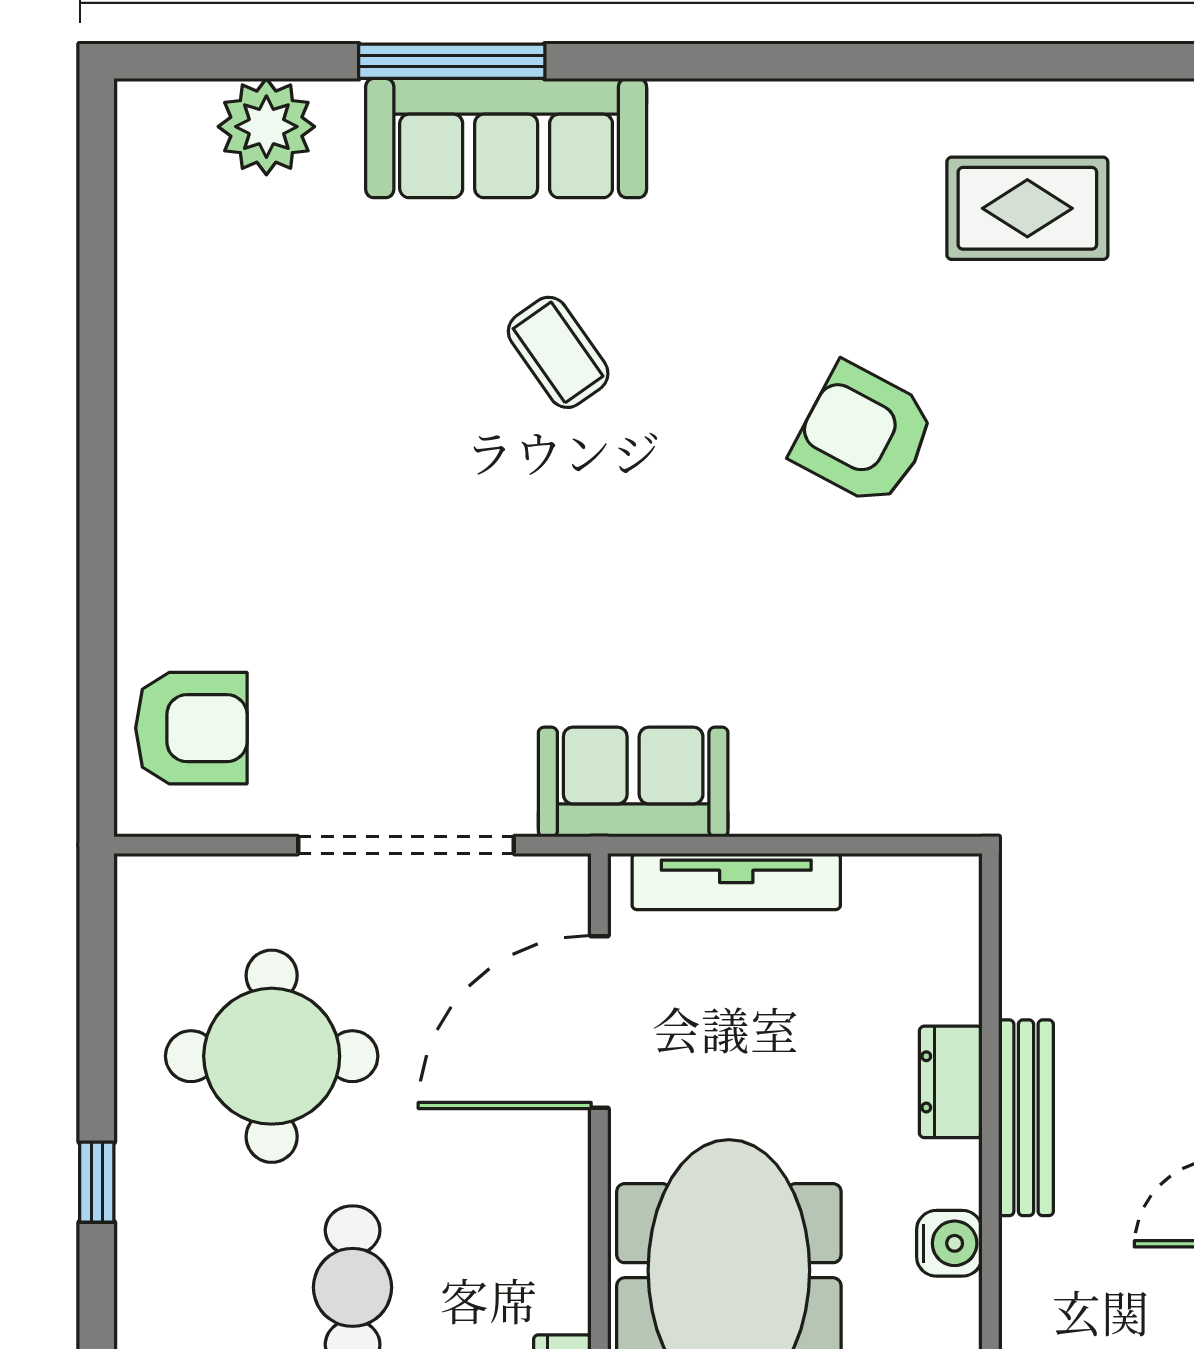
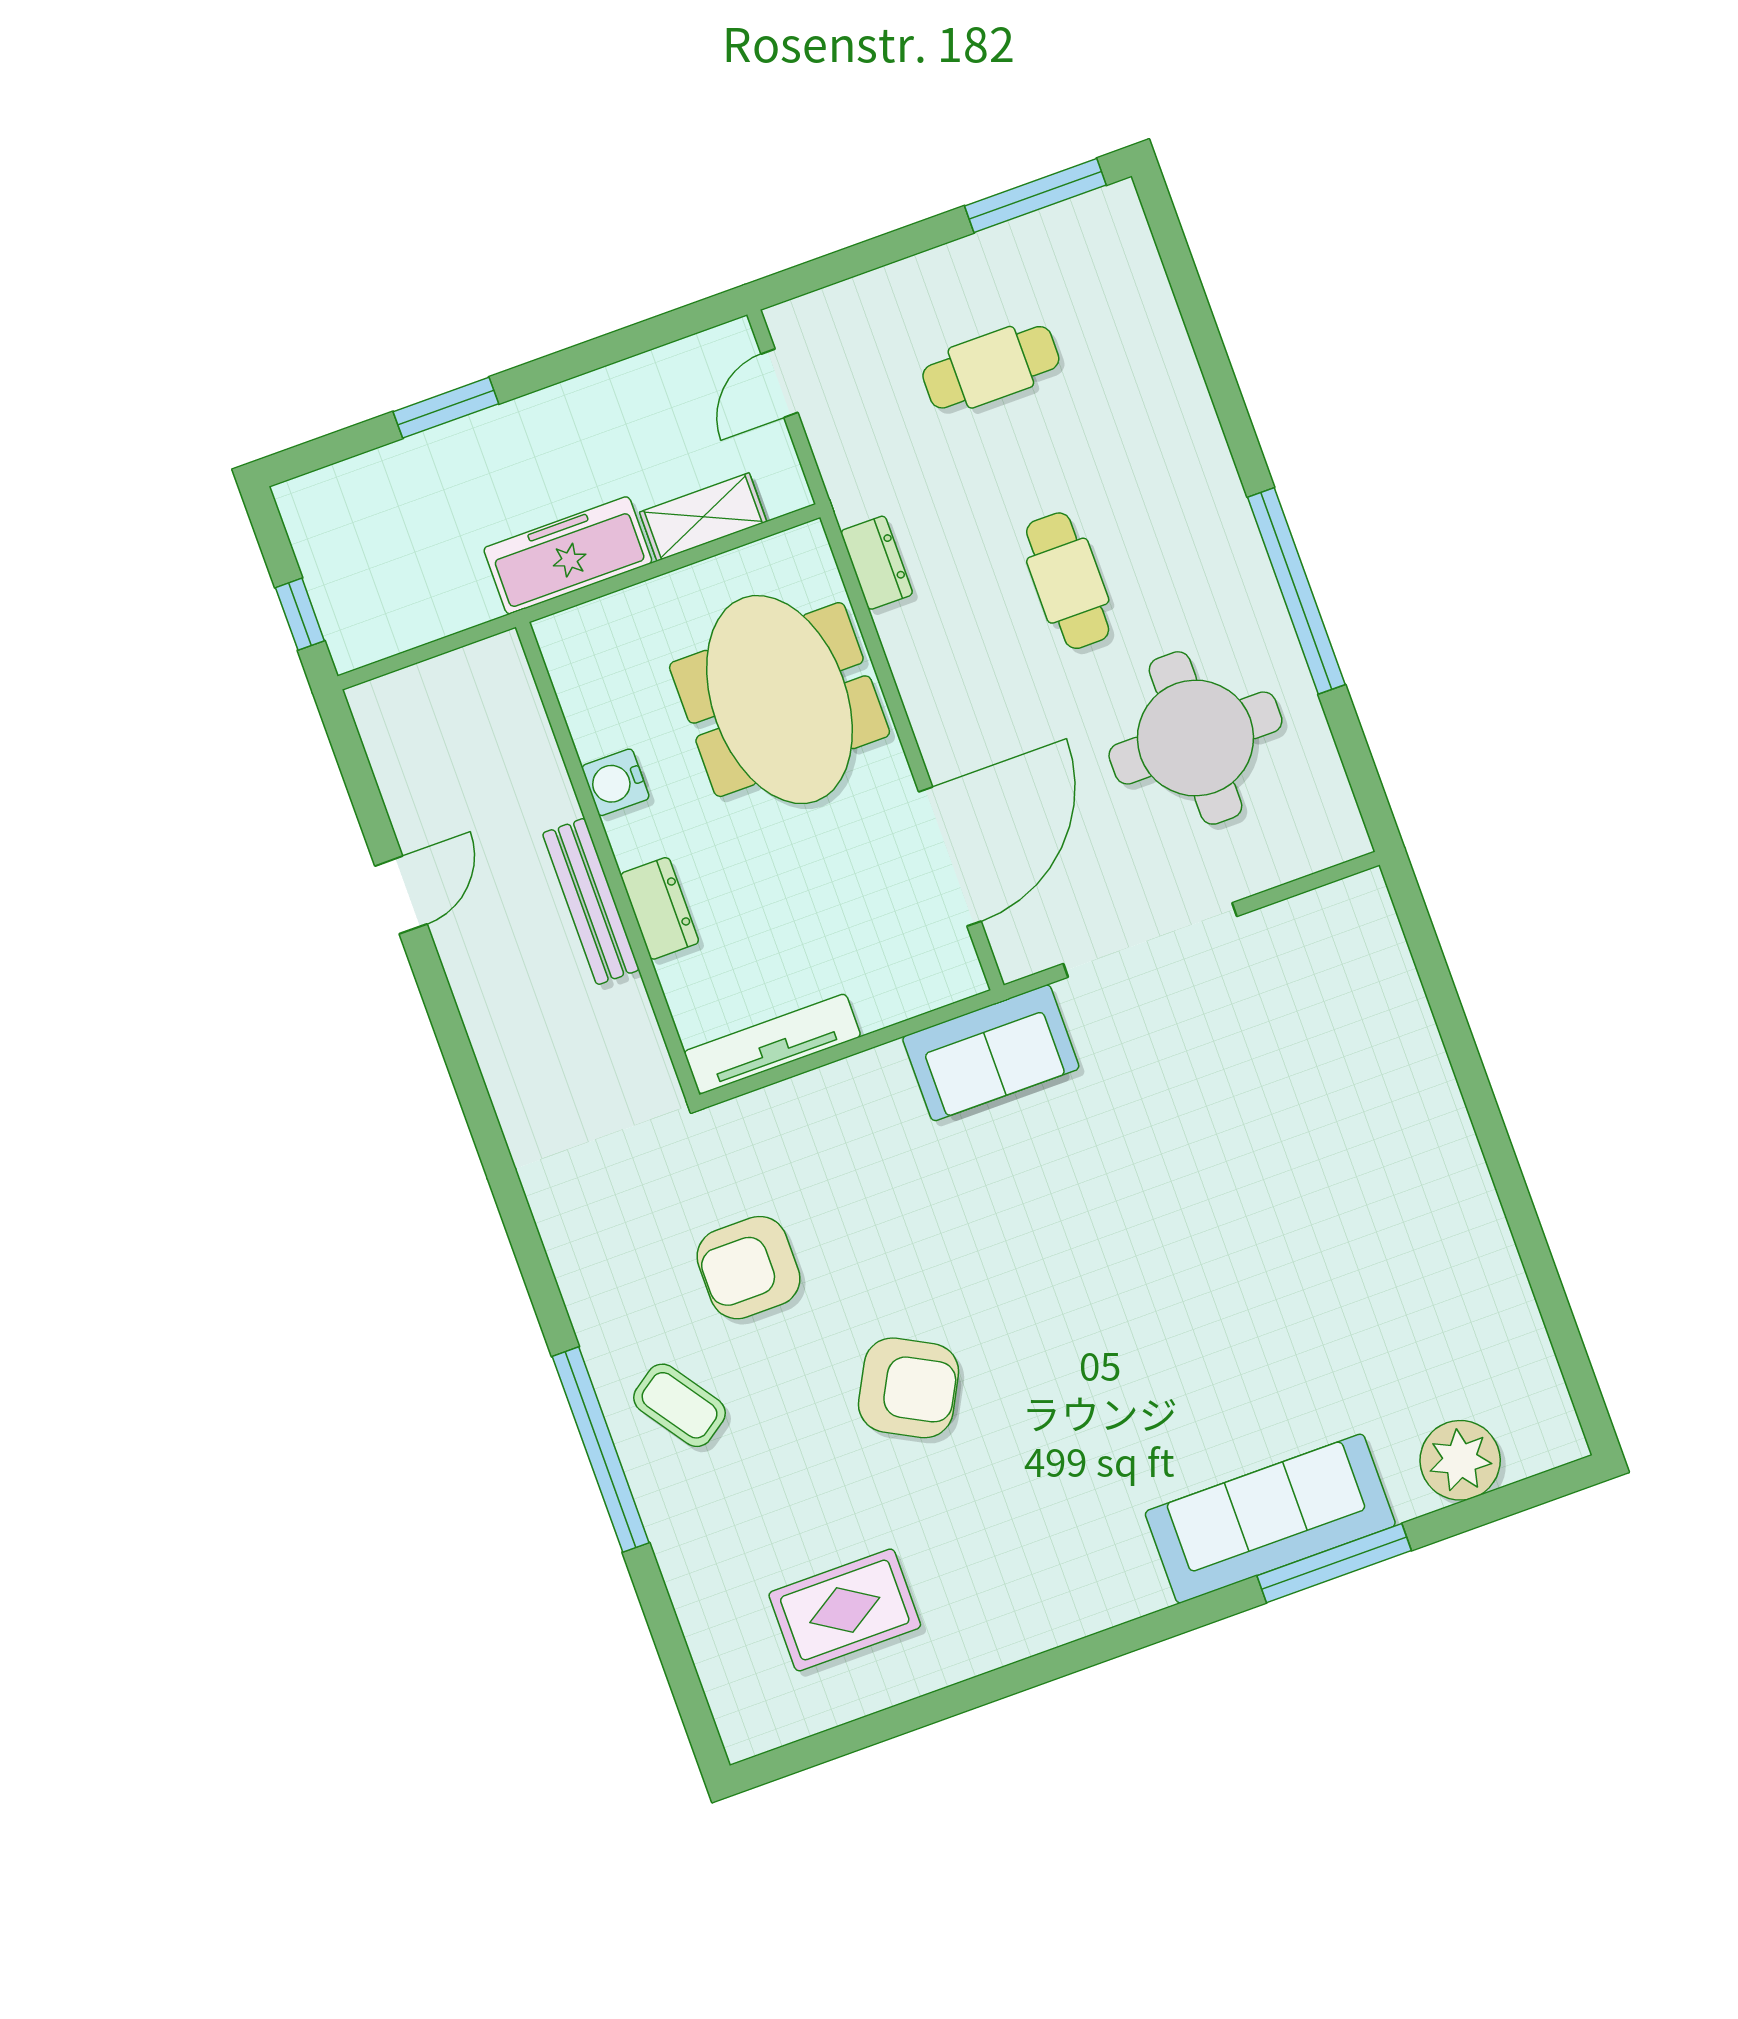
coffee table: (558, 352) -> (680, 1405), moved
armchair: (191, 728) -> (748, 1268), moved
tv unit: (736, 881) -> (772, 1044), moved
window: (97, 1182) -> (1296, 591), width x3.17

